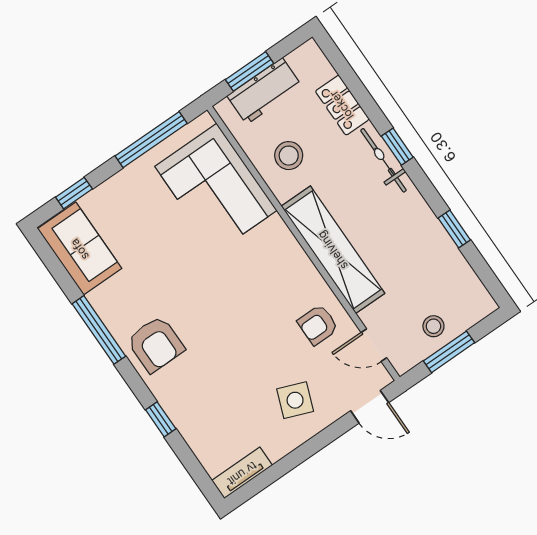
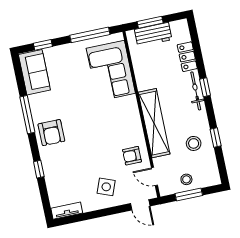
stool: (289, 156) -> (194, 143), moved

